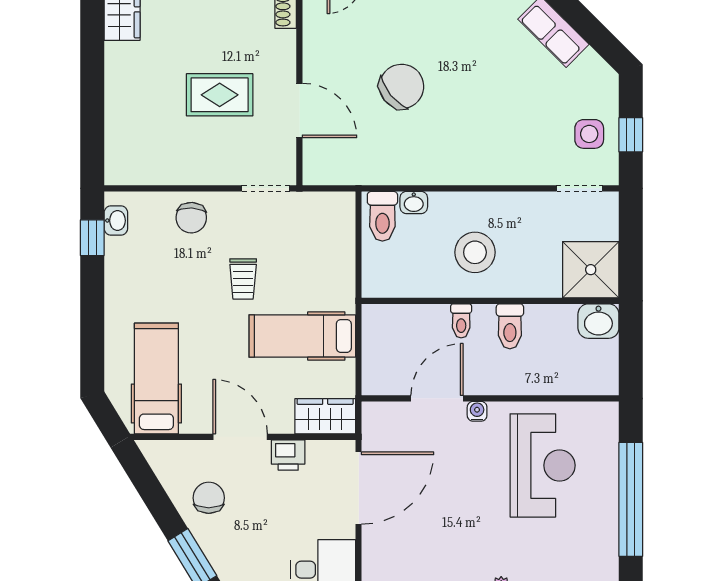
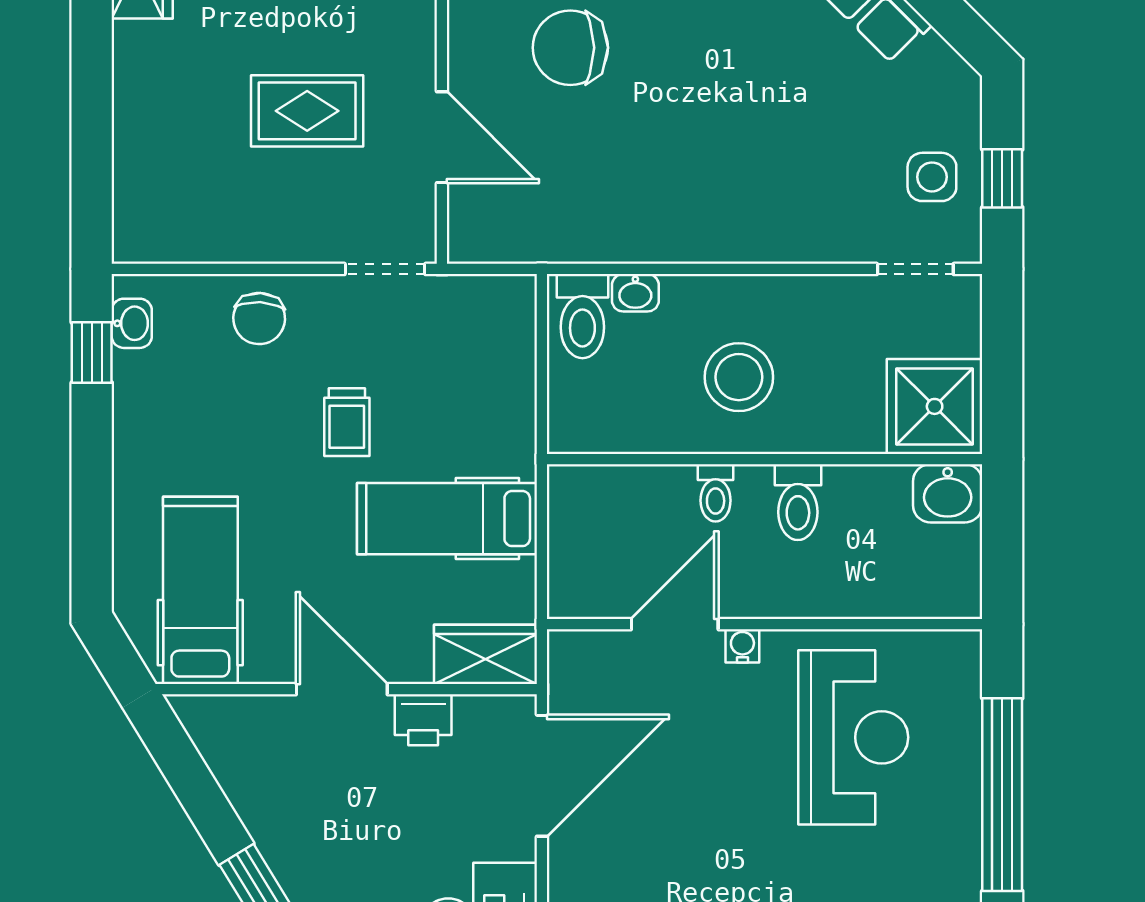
chair: (402, 86) -> (570, 48), moved, turned -141
chair: (209, 498) -> (289, 792), removed

